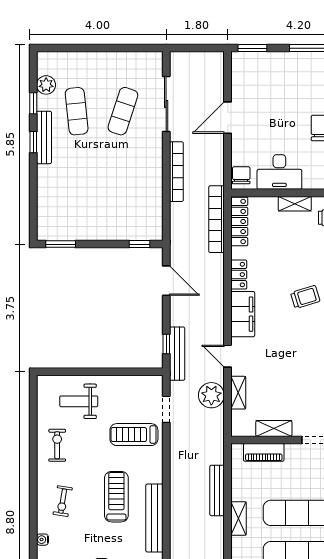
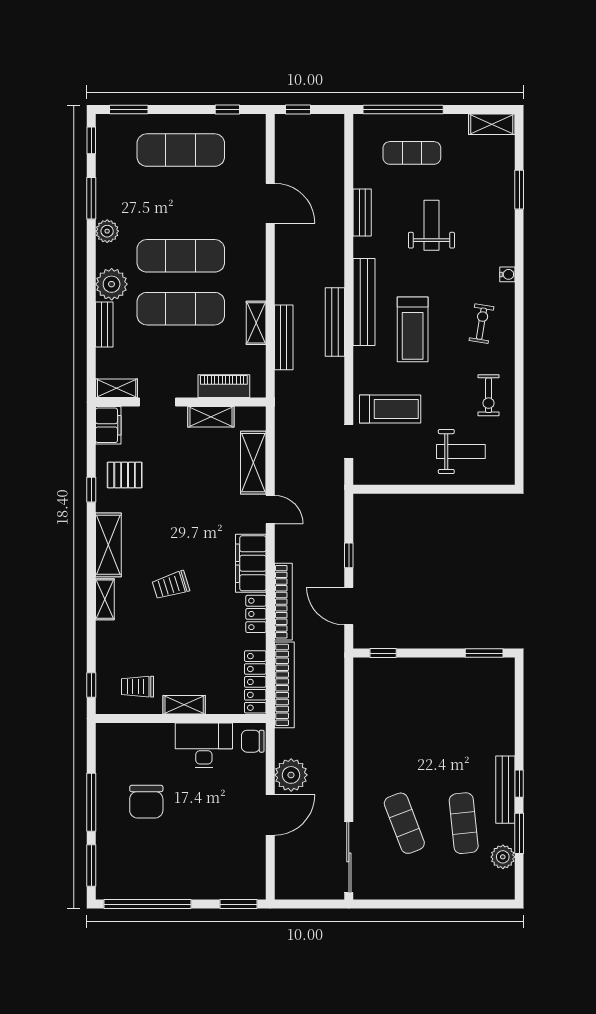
window: (33, 103) -> (519, 833), width x1.50
sliding door: (166, 104) -> (349, 857), moved
exercise mat: (123, 111) -> (404, 823), turned -39
bookcase: (176, 172) -> (283, 602), moved, turned 180
chair: (241, 175) -> (253, 741), turned 90
window: (166, 344) -> (349, 555), moved
bench: (177, 354) -> (335, 322), moved
shelving: (238, 393) -> (253, 463), width x1.50, depth x1.33
plant: (211, 395) -> (291, 775), moved
shelving: (239, 518) -> (256, 323), moved

